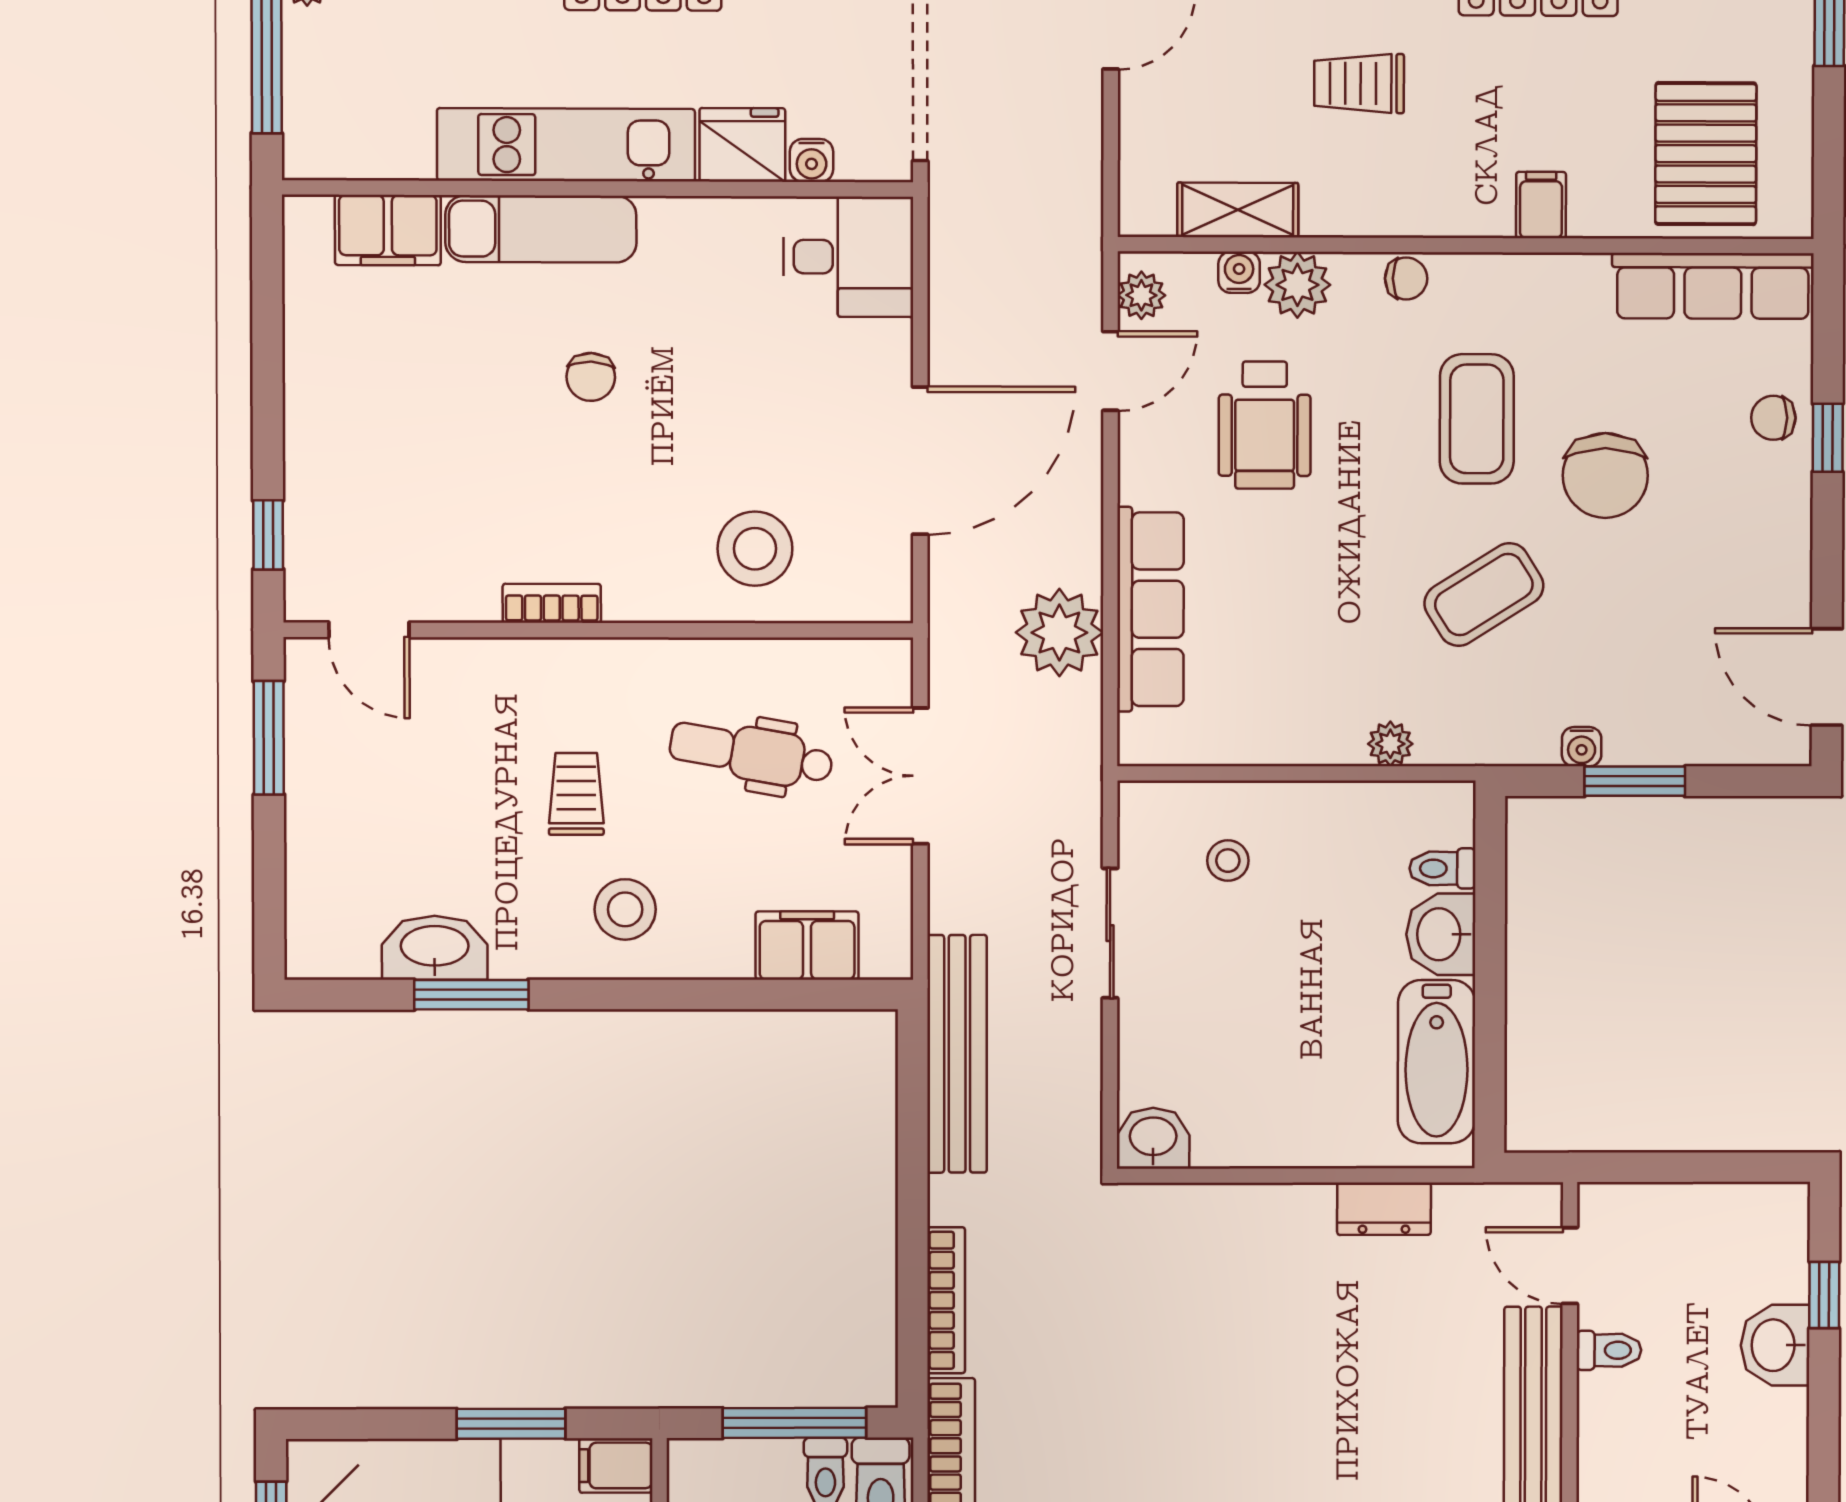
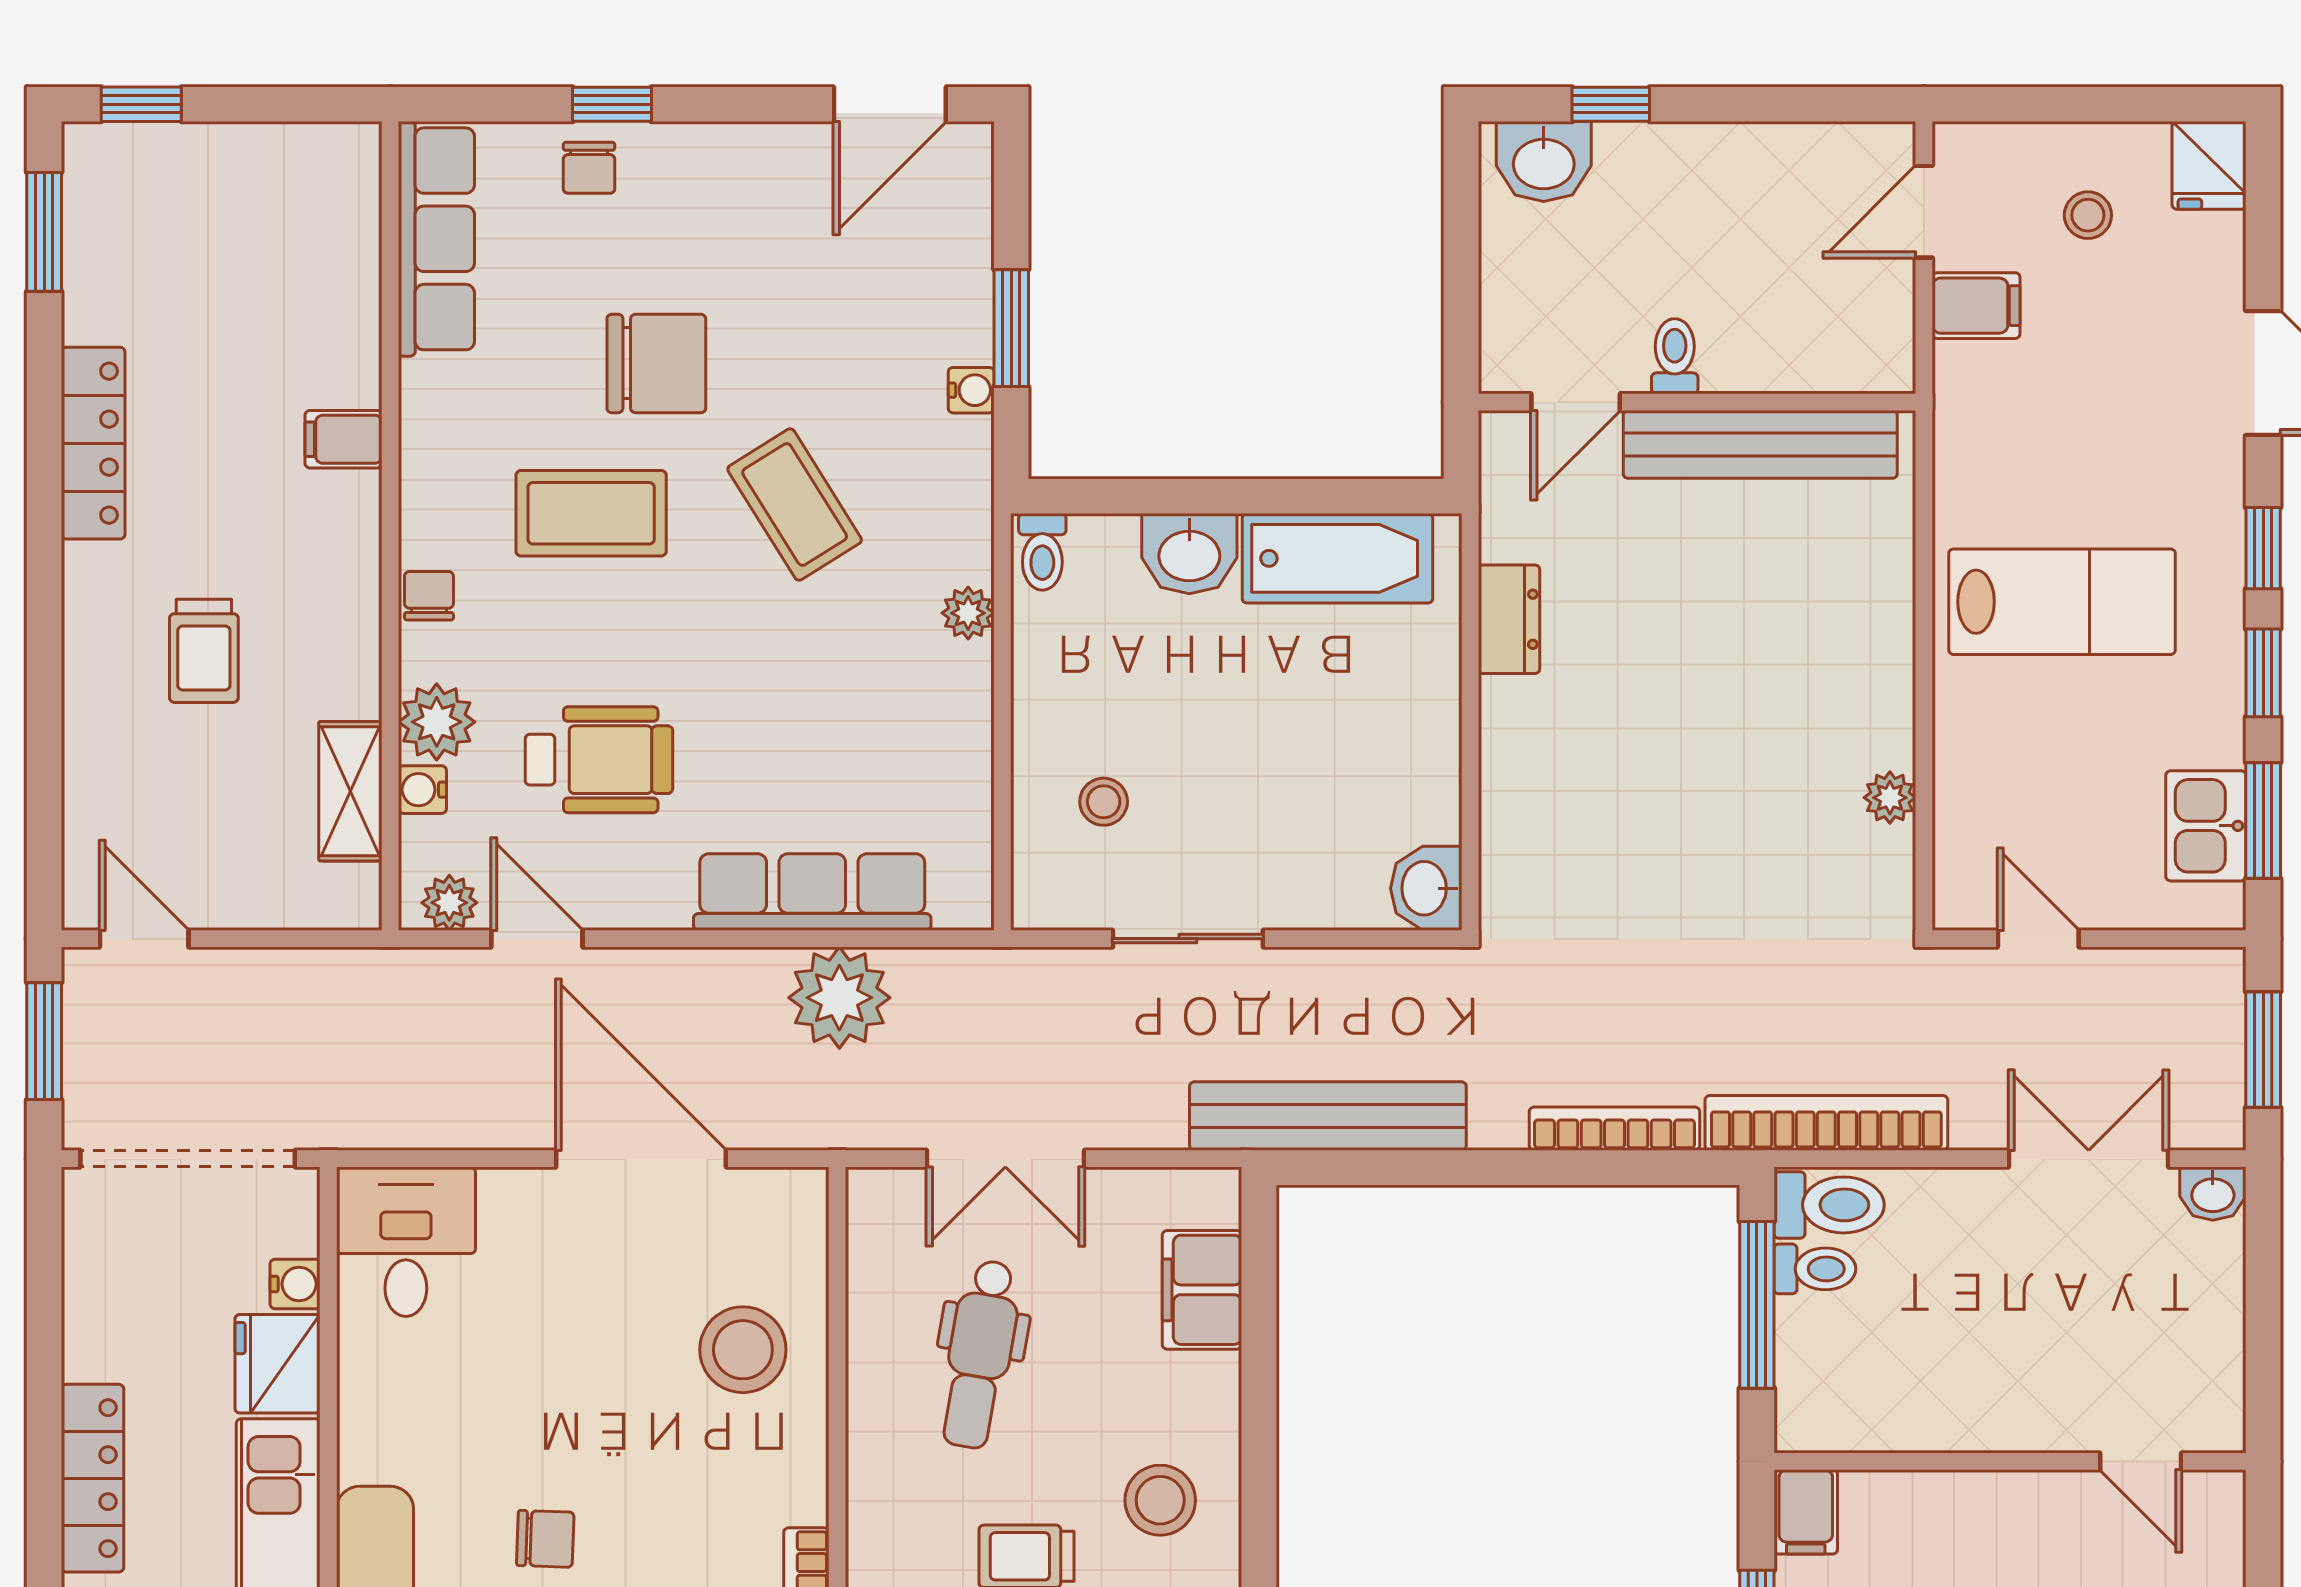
pallet: (1706, 154) -> (283, 248), removed
toilet: (1443, 868) -> (1042, 552), moved
washbasin: (1775, 1345) -> (1544, 162), moved

